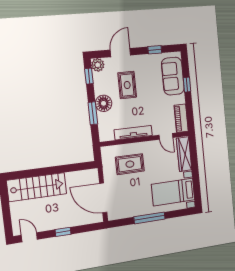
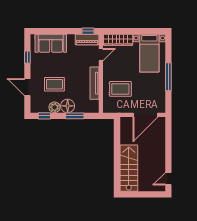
plant: (98, 65) -> (54, 107), moved
window: (187, 85) -> (88, 31), moved
rug: (130, 164) -> (120, 89), turned 90
window: (63, 232) -> (168, 151), removed

